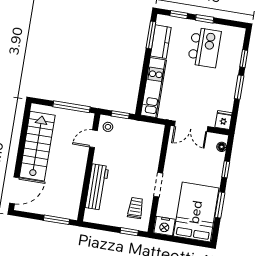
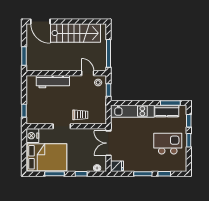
kitchen island: (204, 47) -> (168, 144), turned 180
trolley: (135, 208) -> (80, 115), moved

